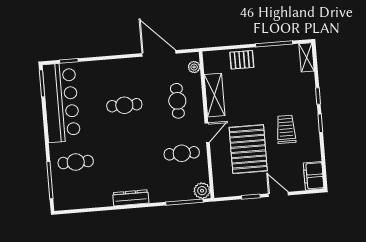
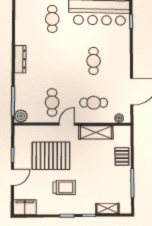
shelving: (307, 57) -> (107, 208), moved
door: (207, 133) -> (67, 124), swing flipped

